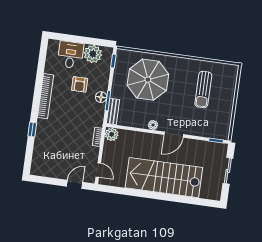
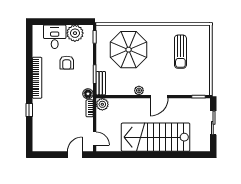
floor lamp: (101, 97) -> (88, 94), moved

